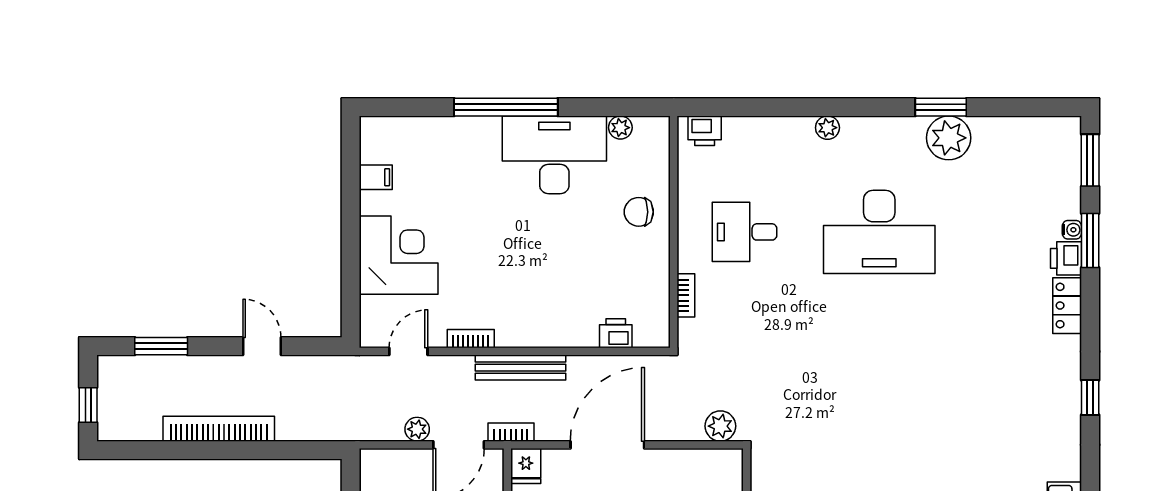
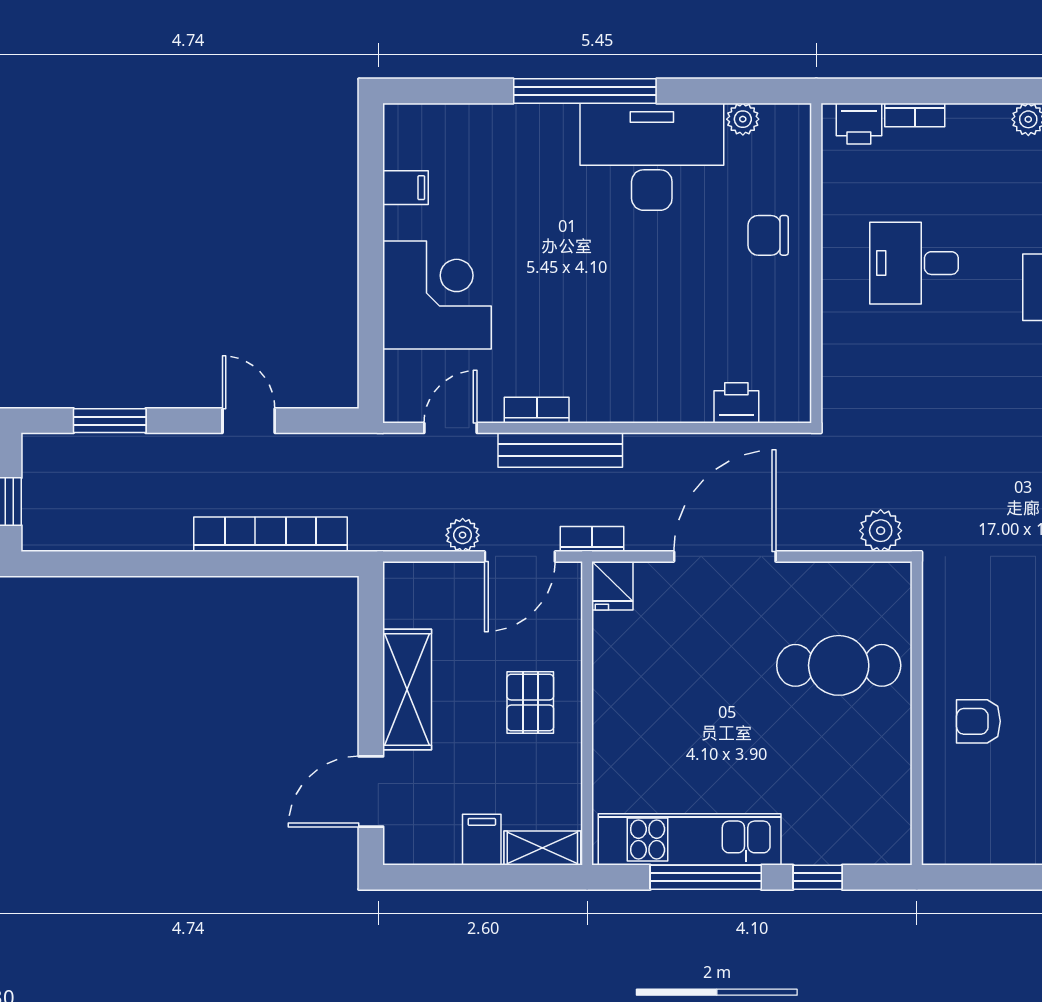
bookcase: (686, 295) -> (915, 115), moved, turned 90
bench: (520, 368) -> (560, 450), moved
bookcase: (219, 429) -> (271, 534), moved

